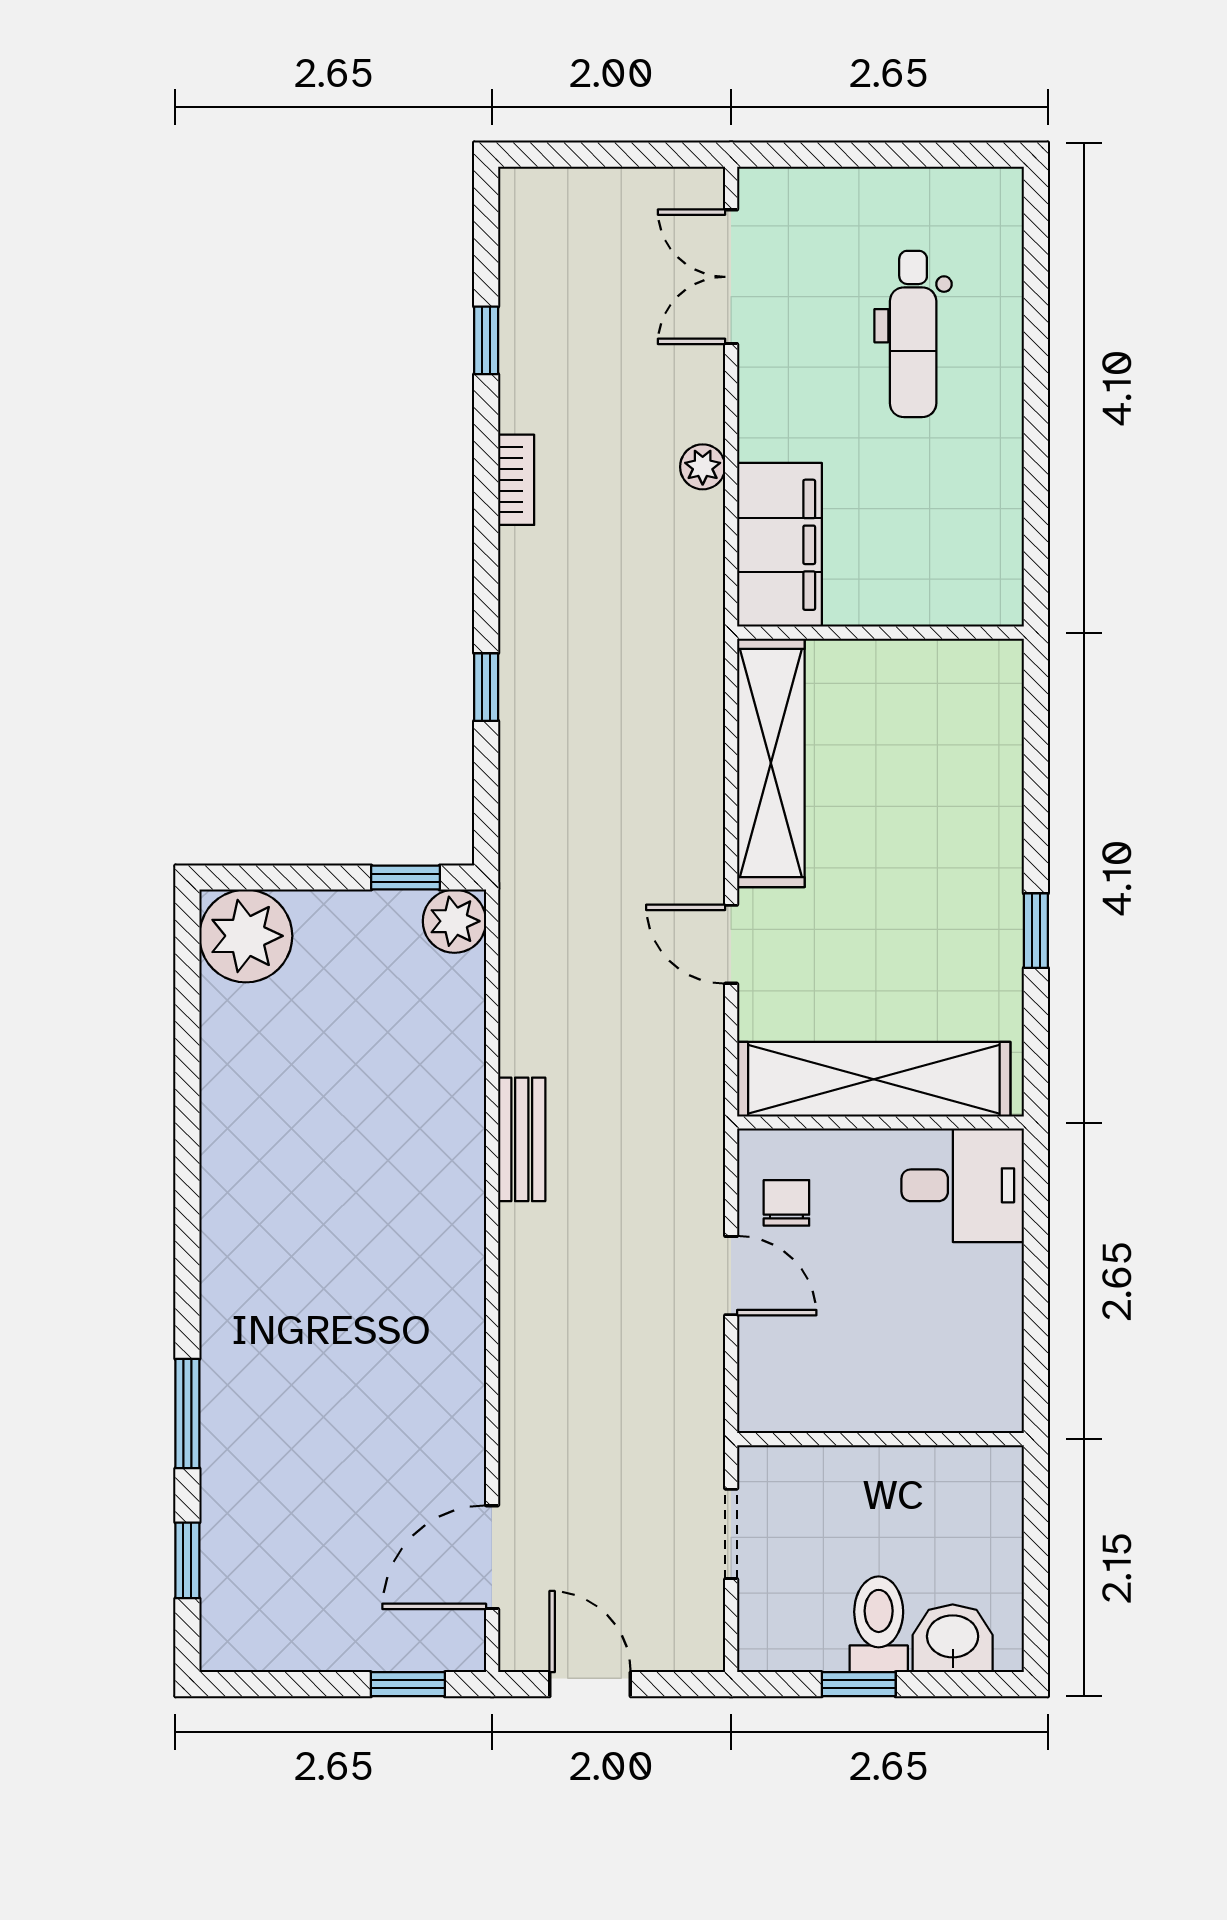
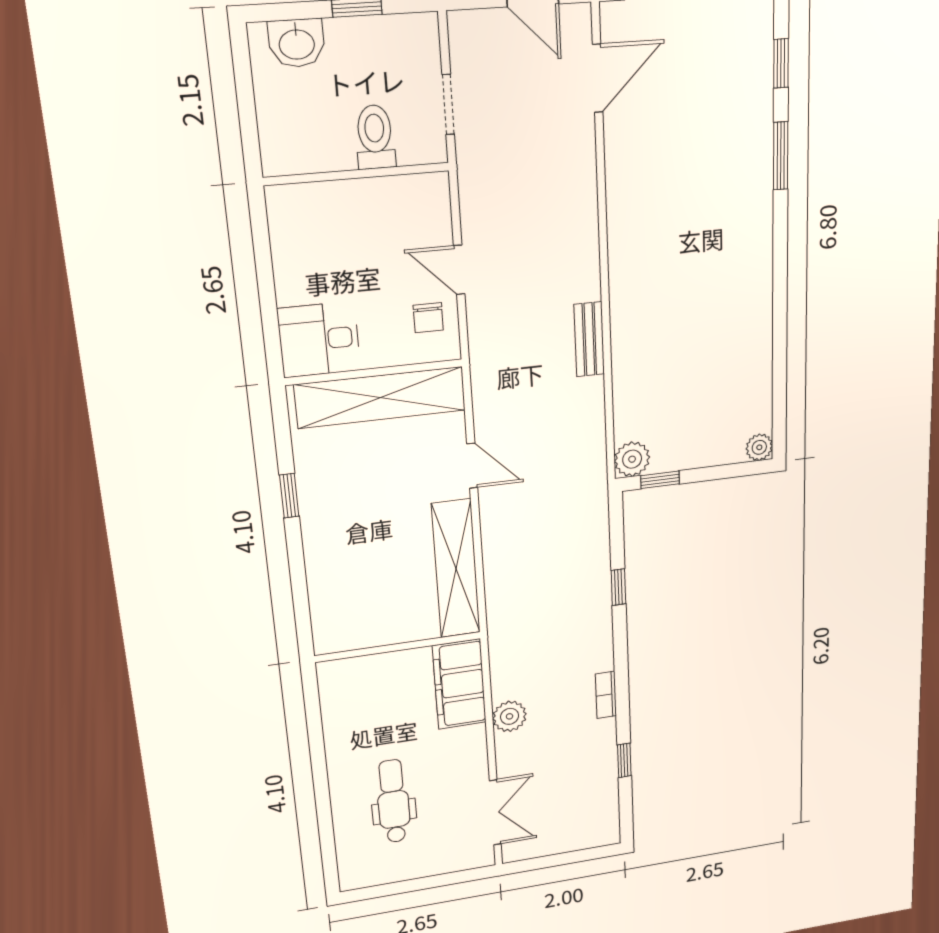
plant: (703, 467) -> (510, 716), width x1.38, depth x1.38
plant: (246, 936) -> (759, 447), width x0.53, depth x0.53
toilet: (879, 1624) -> (375, 137), moved, turned 180

